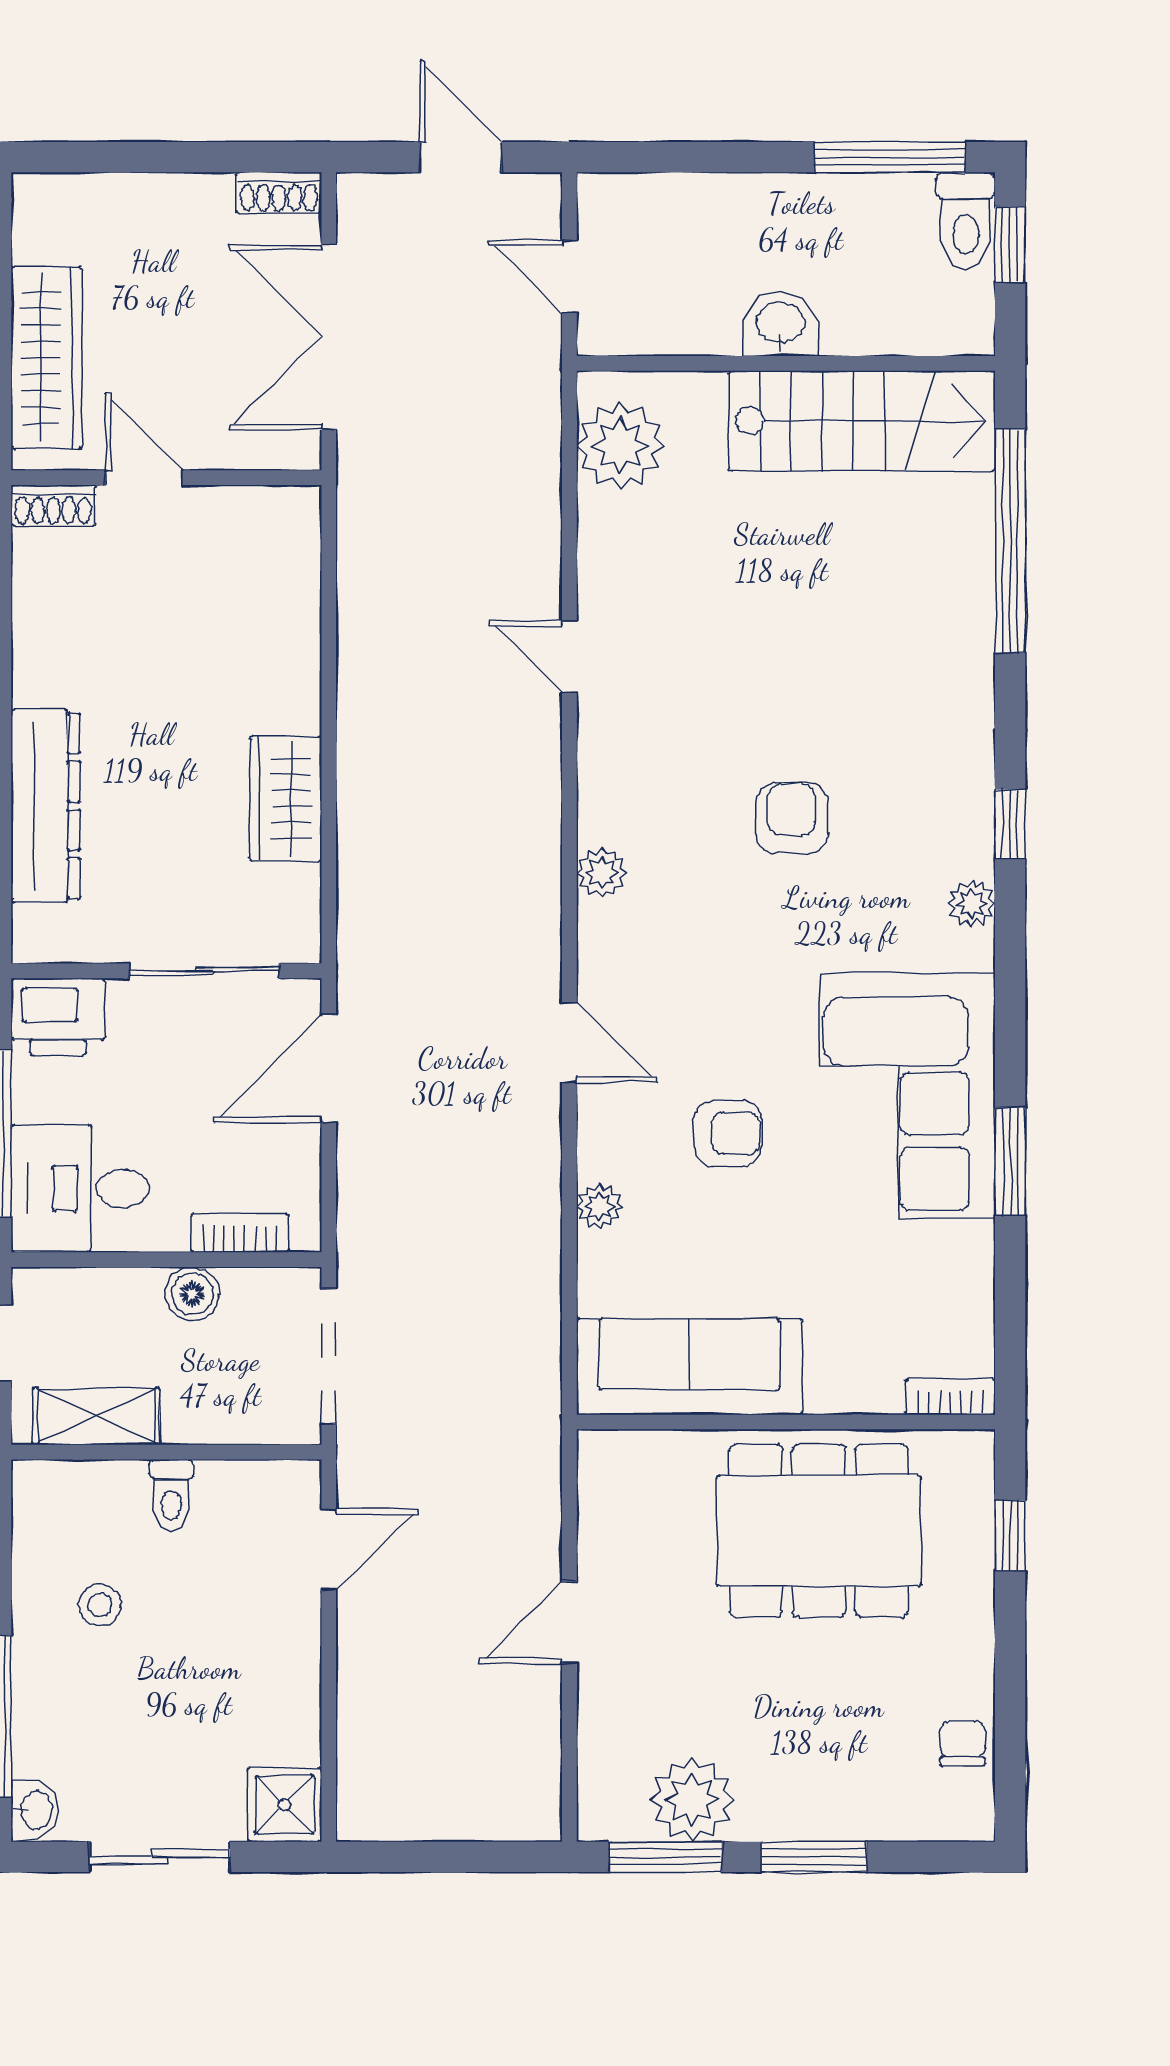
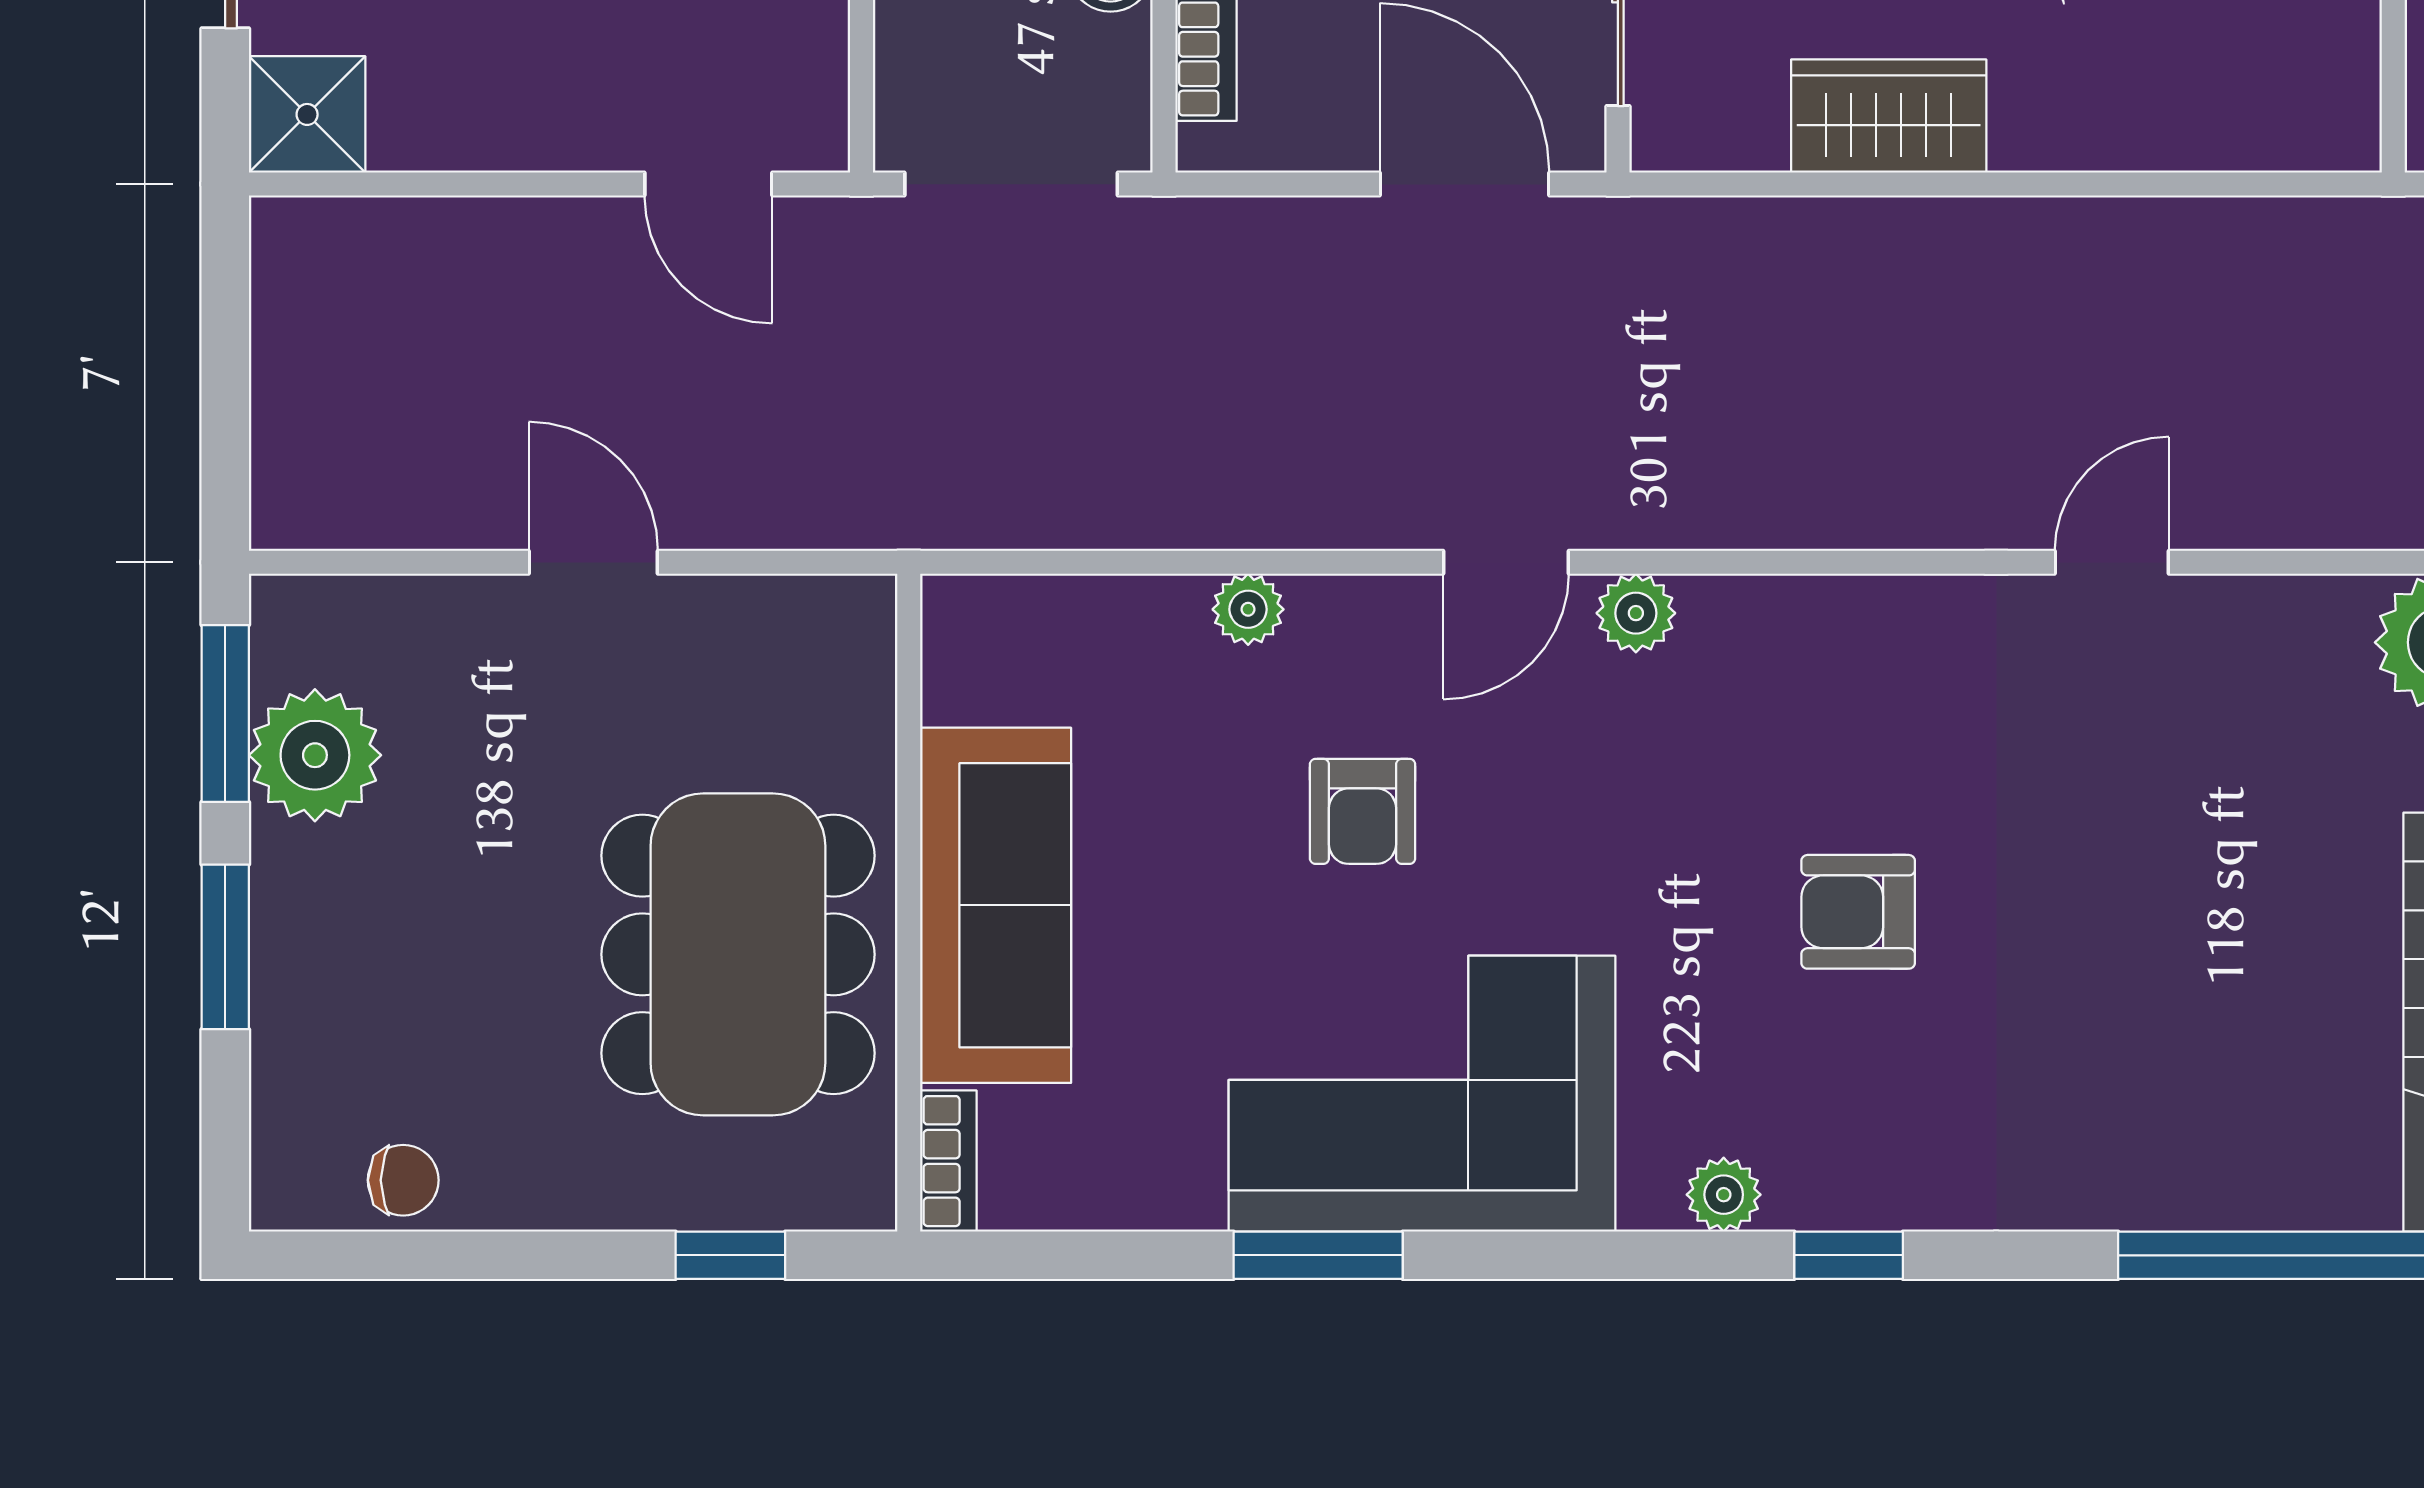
armchair: (792, 818) -> (1858, 912), turned 180
plant: (602, 873) -> (1636, 613), moved
sofa: (690, 1367) -> (996, 905), moved

